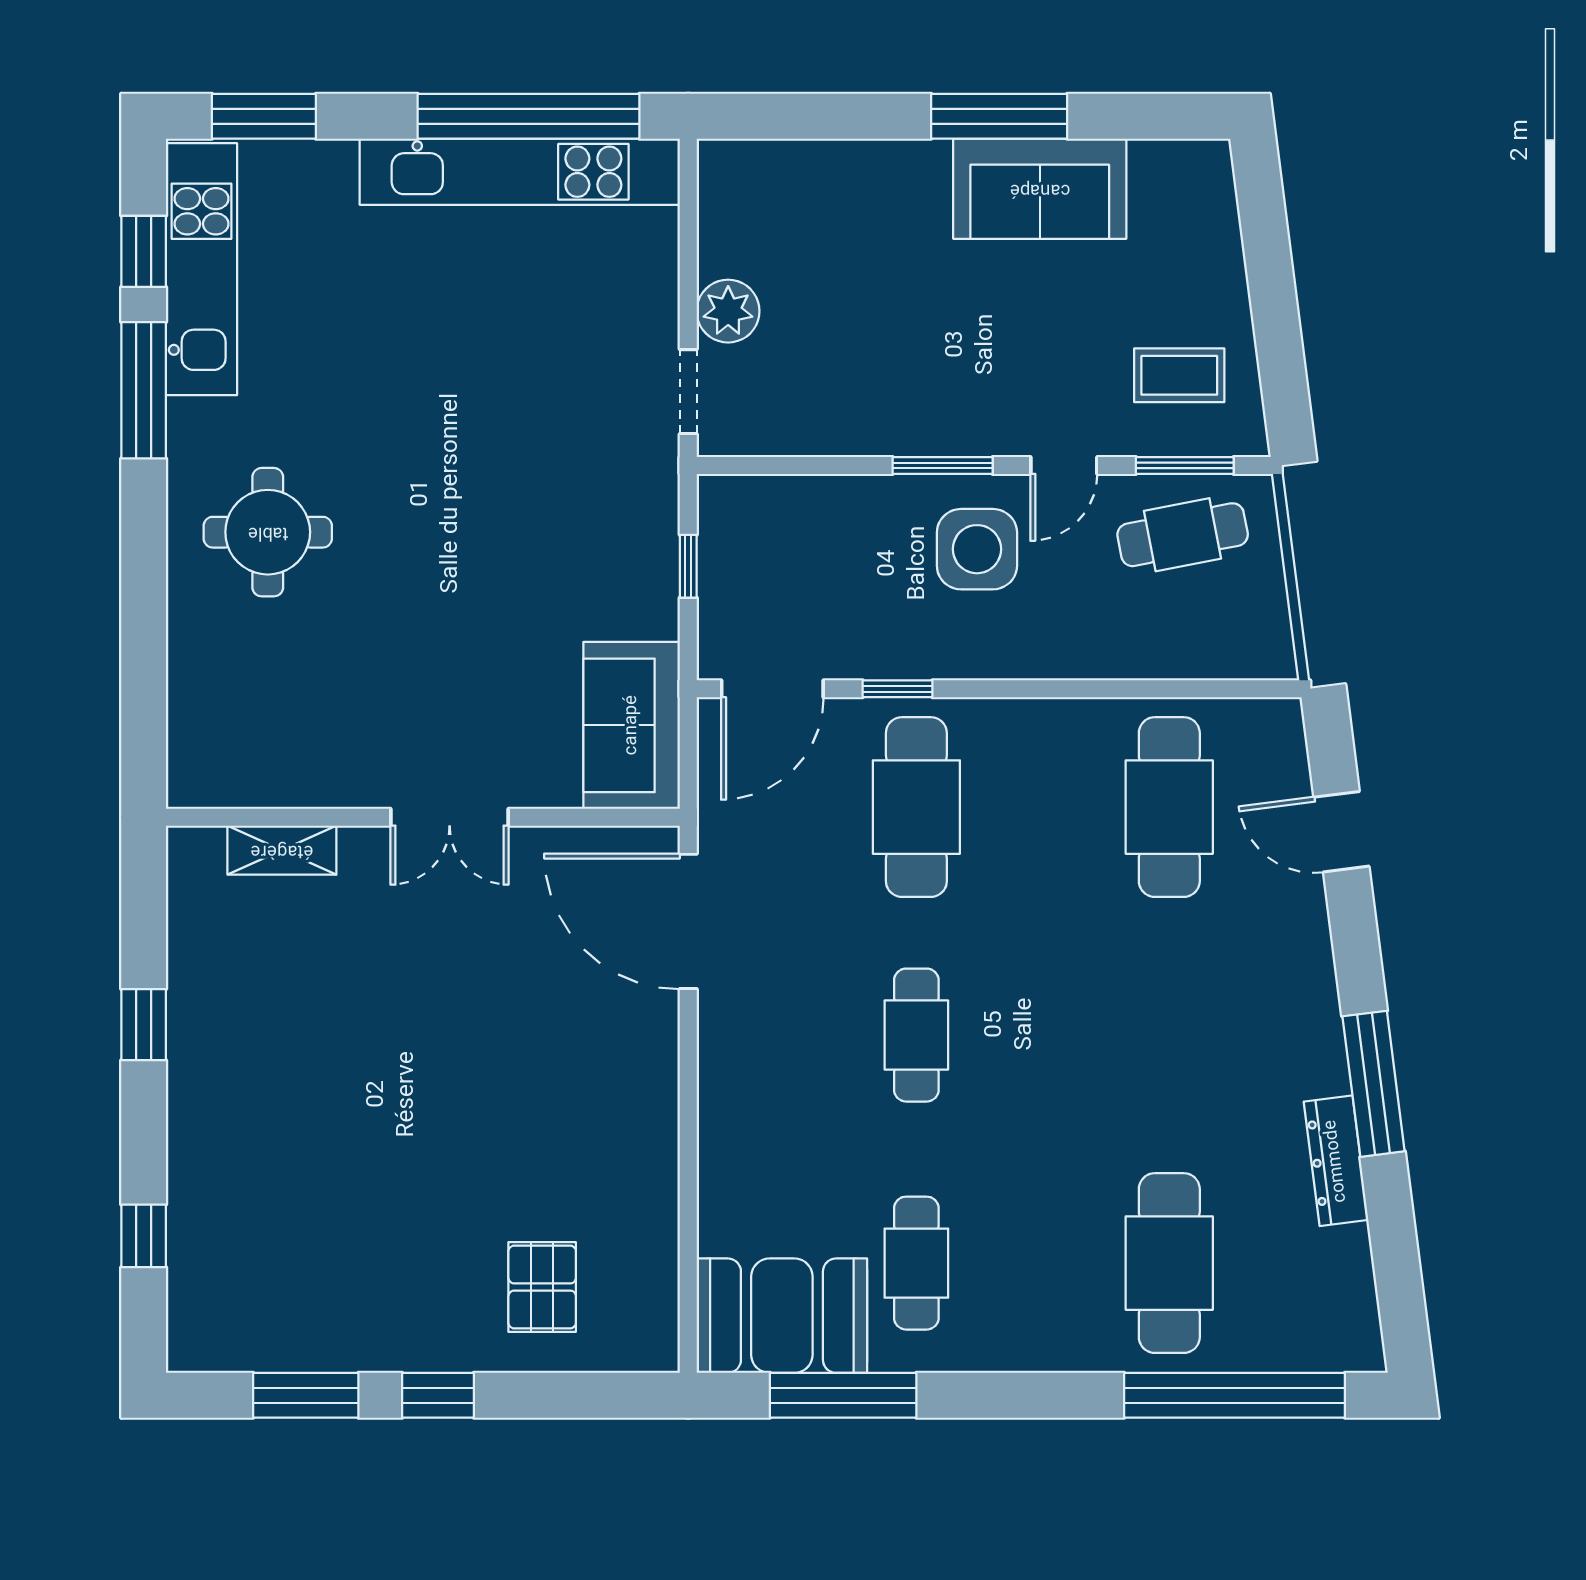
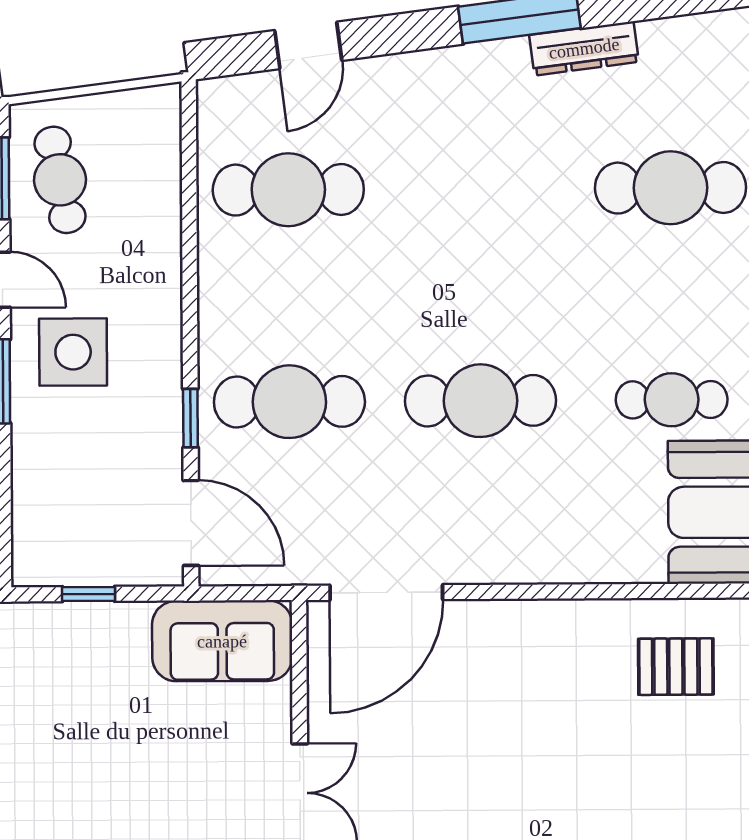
cafe table: (916, 1035) -> (481, 401), width x1.37, depth x1.35
pallet: (542, 1287) -> (676, 667), moved

